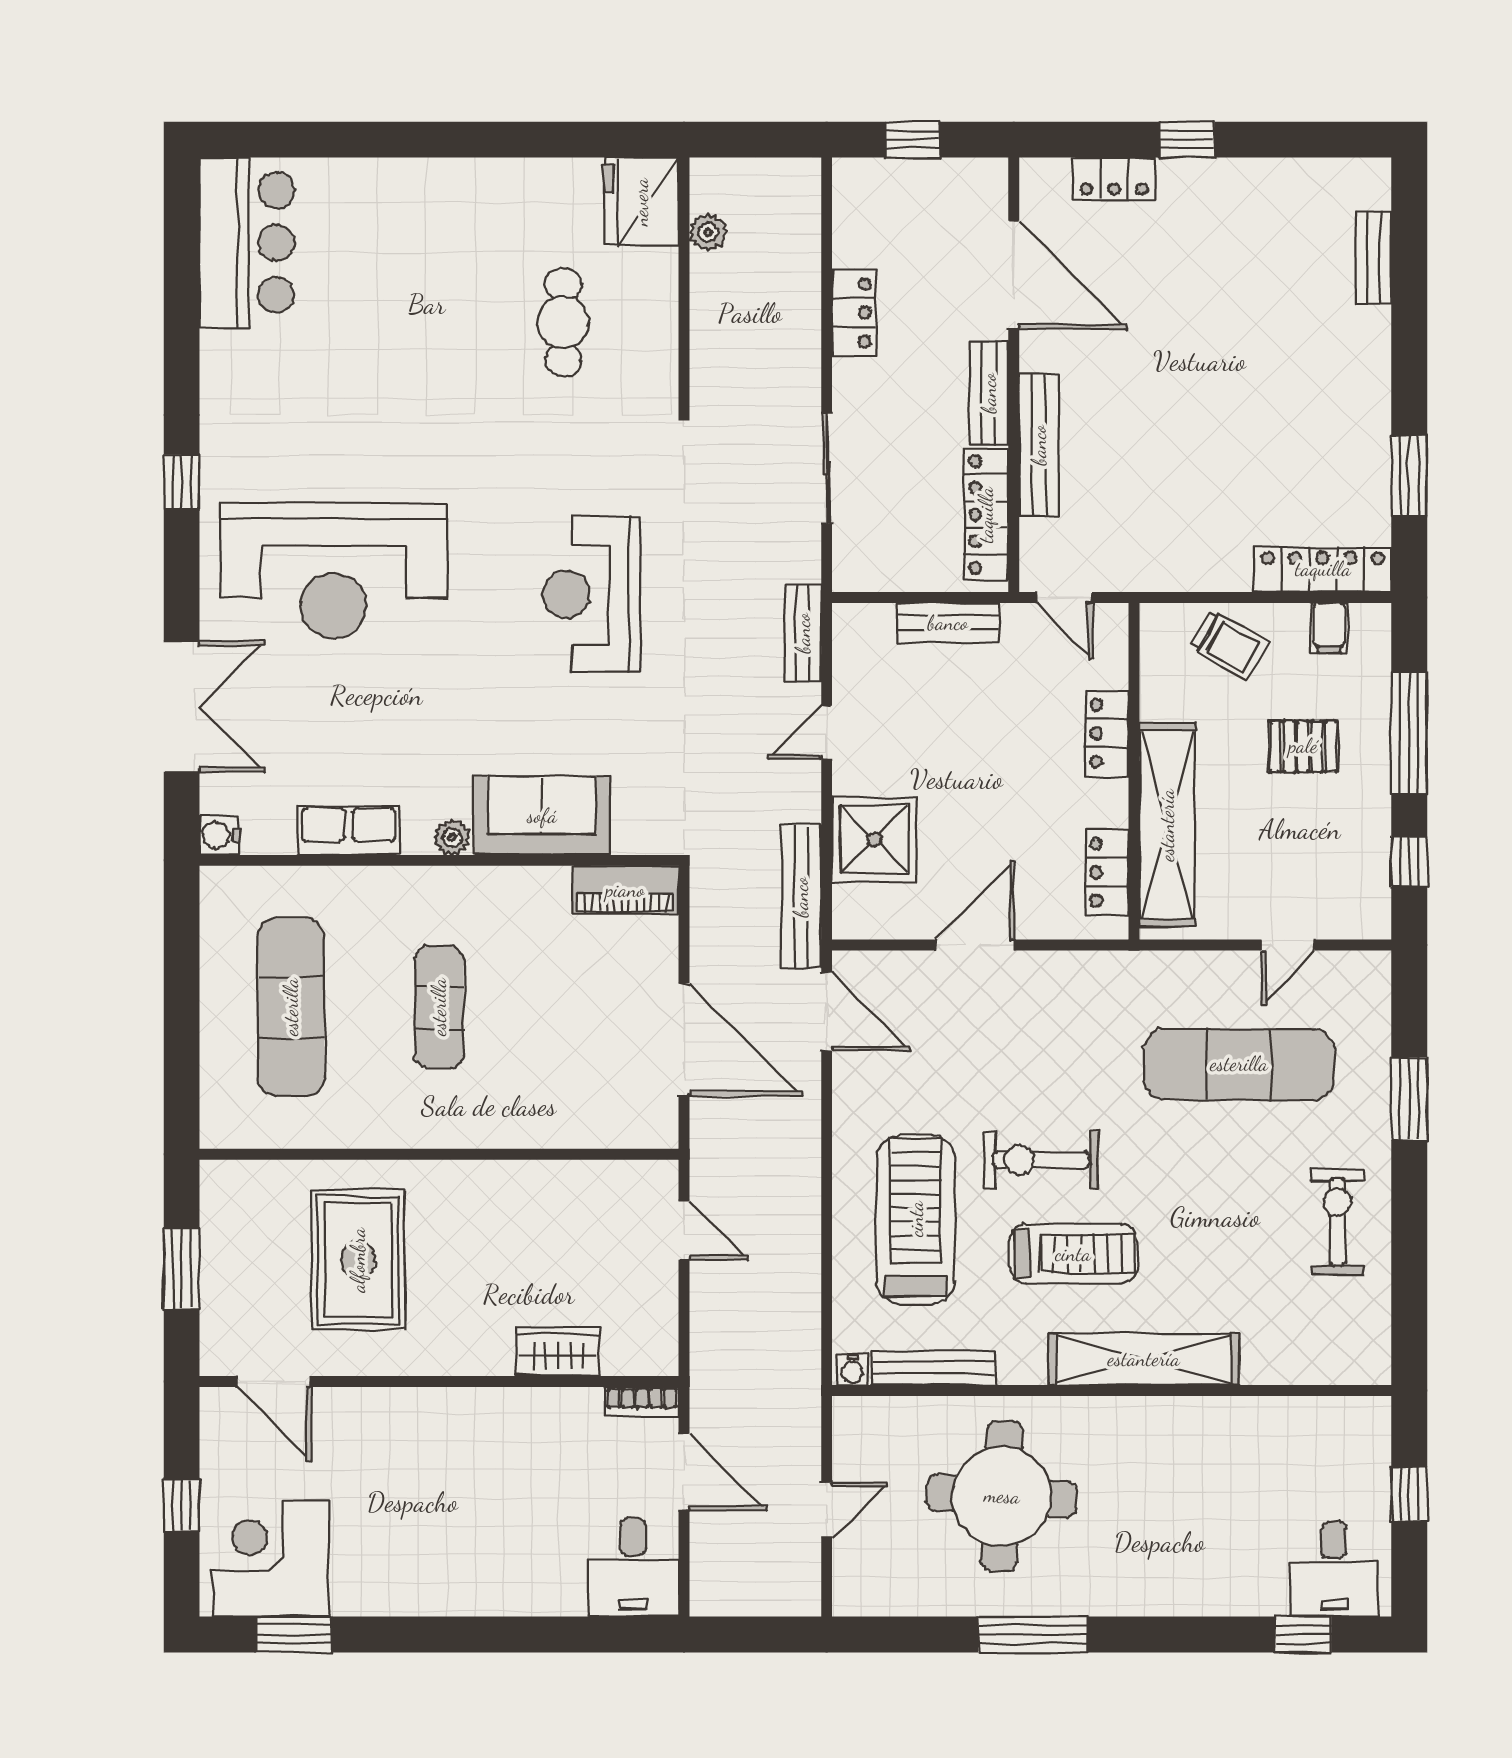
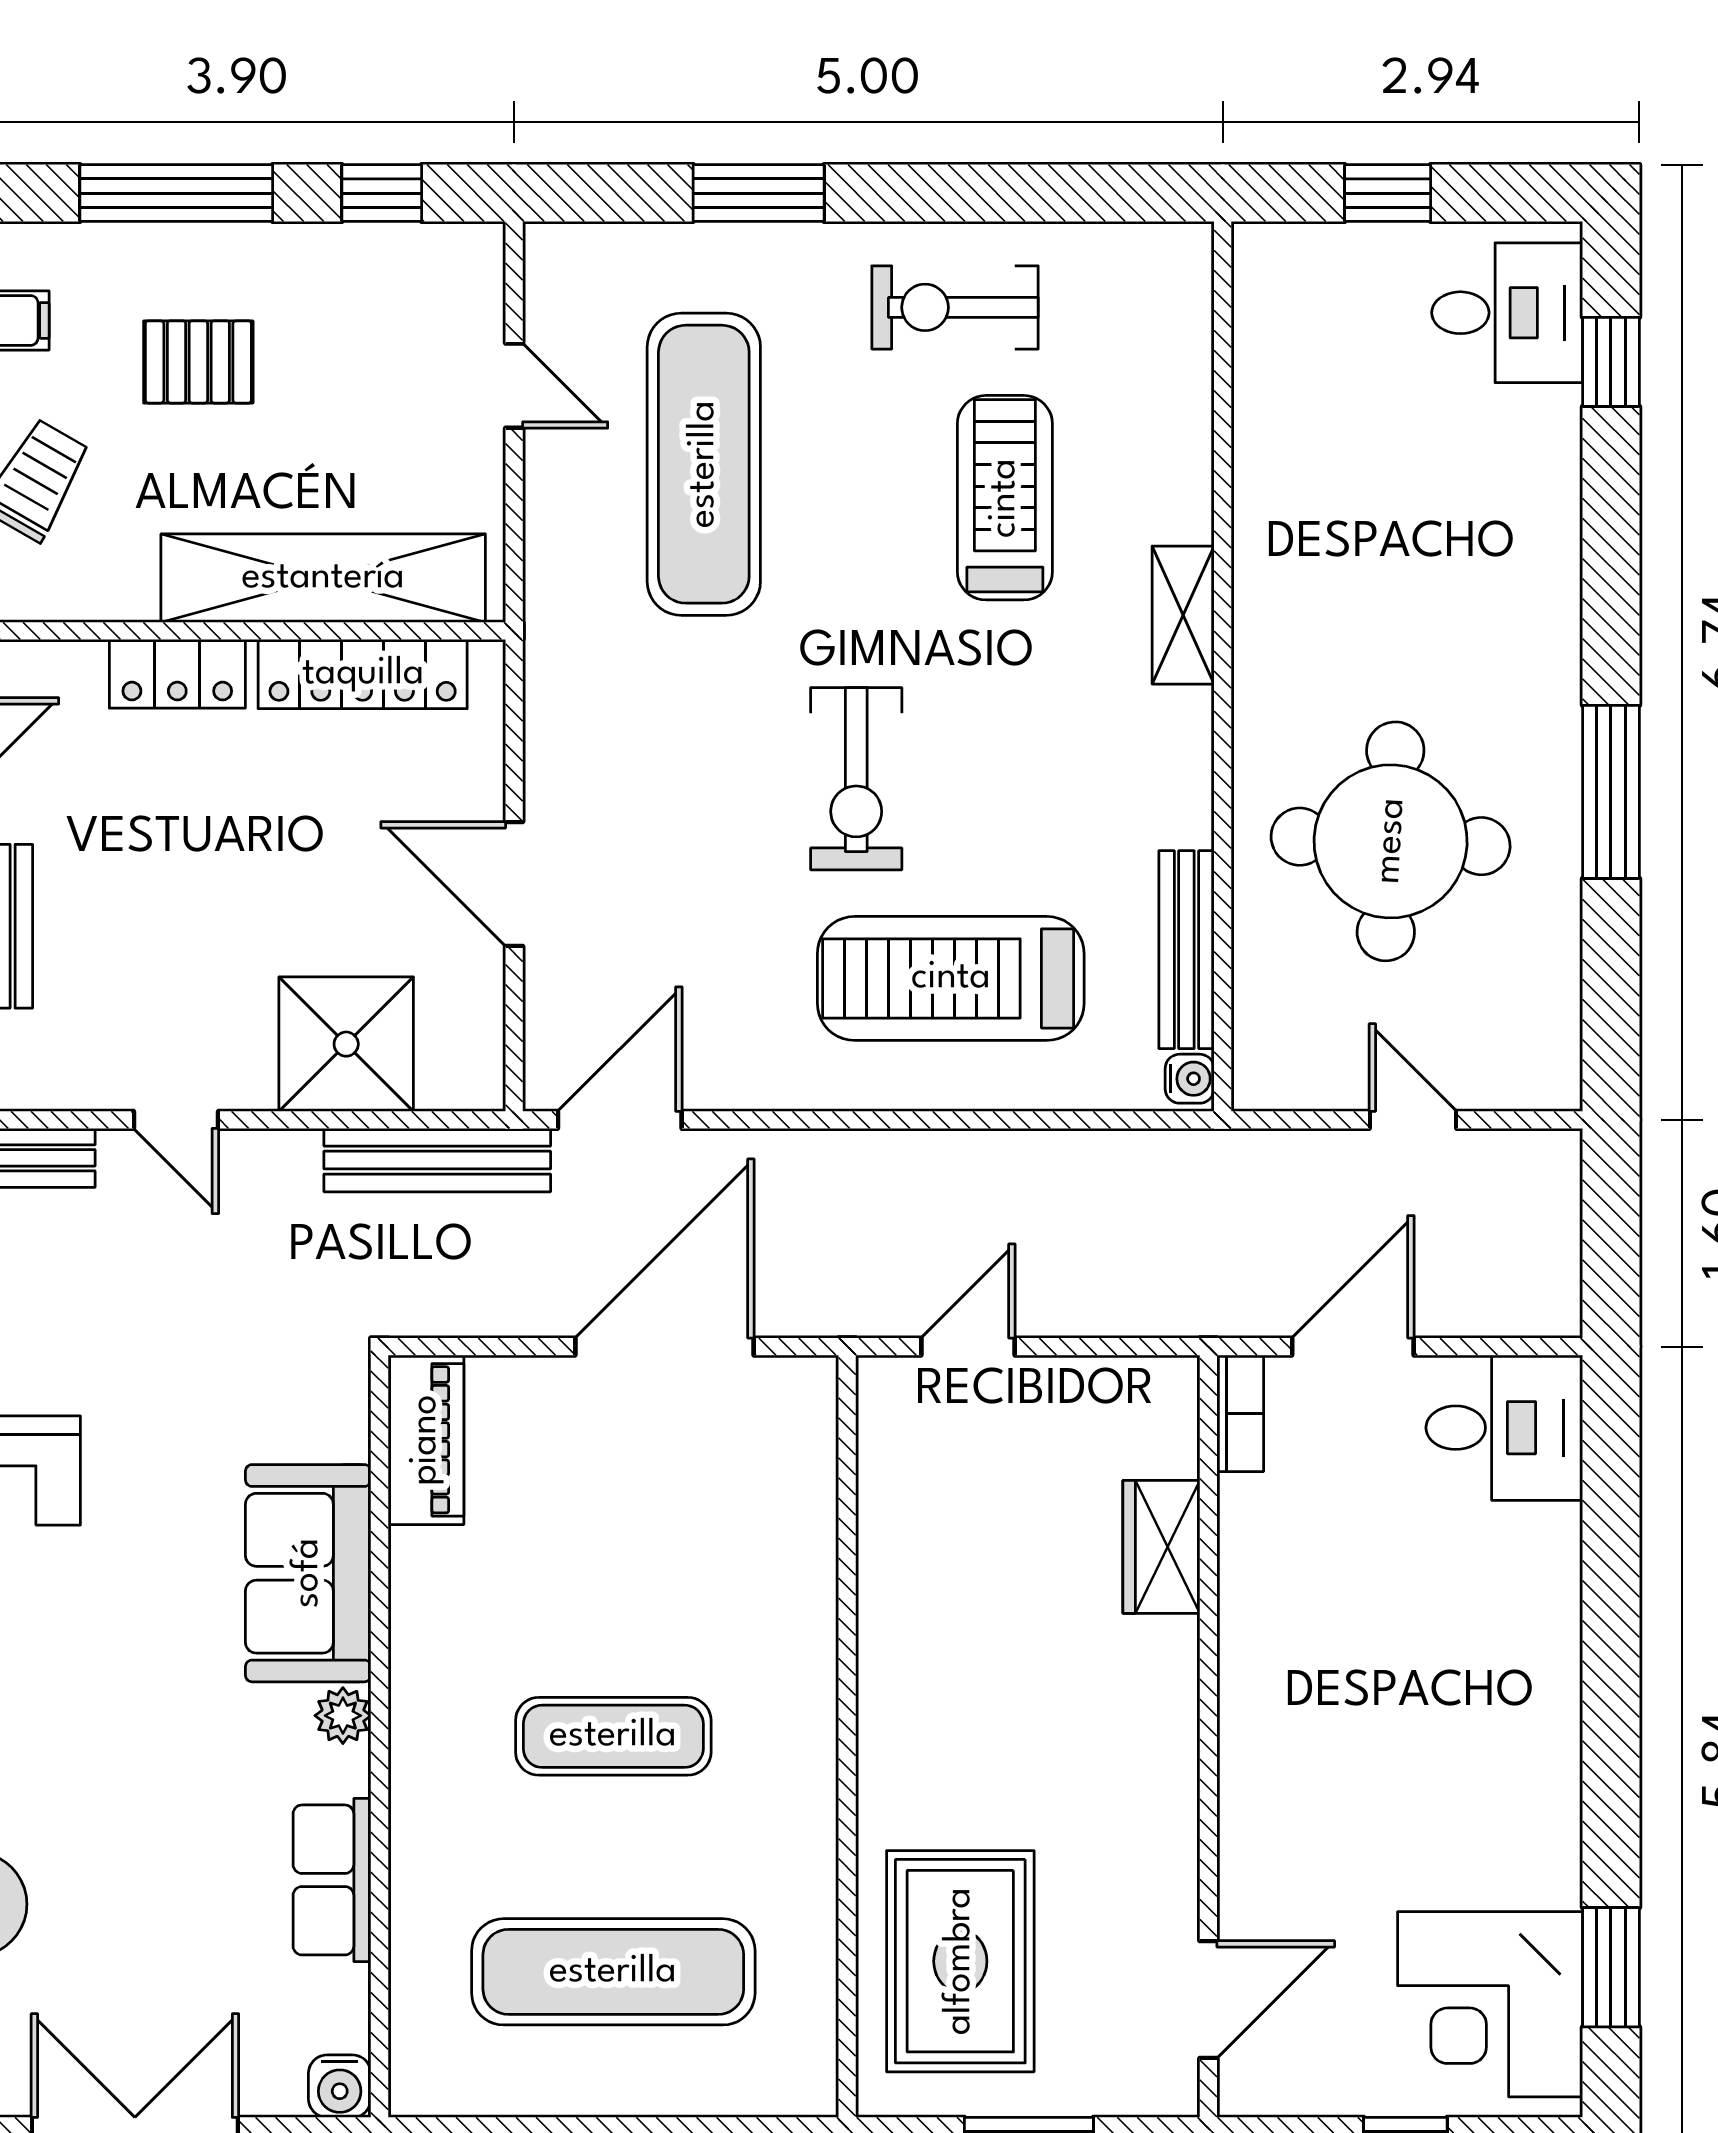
pallet: (1303, 746) -> (198, 362), turned 90
locker: (1107, 872) -> (363, 674), width x1.53
treadmill: (1073, 1254) -> (1005, 498), moved
rug: (358, 1260) -> (960, 1961), moved, turned 90
shelving: (1144, 1359) -> (1183, 615), width x0.45, depth x0.75

